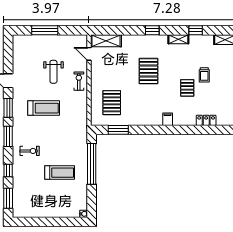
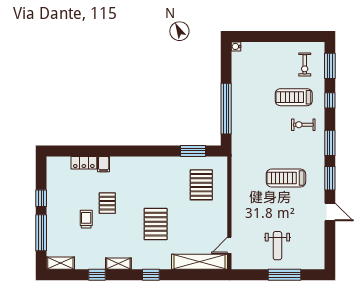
shelving: (106, 41) -> (199, 262), width x1.47
door: (89, 54) -> (229, 245), swing flipped
weight bench: (53, 72) -> (277, 246), moved, turned 180
exercise bike: (79, 81) -> (305, 64), moved
filing cabinet: (168, 119) -> (104, 164), moved
treadmill: (60, 173) -> (294, 97), moved

